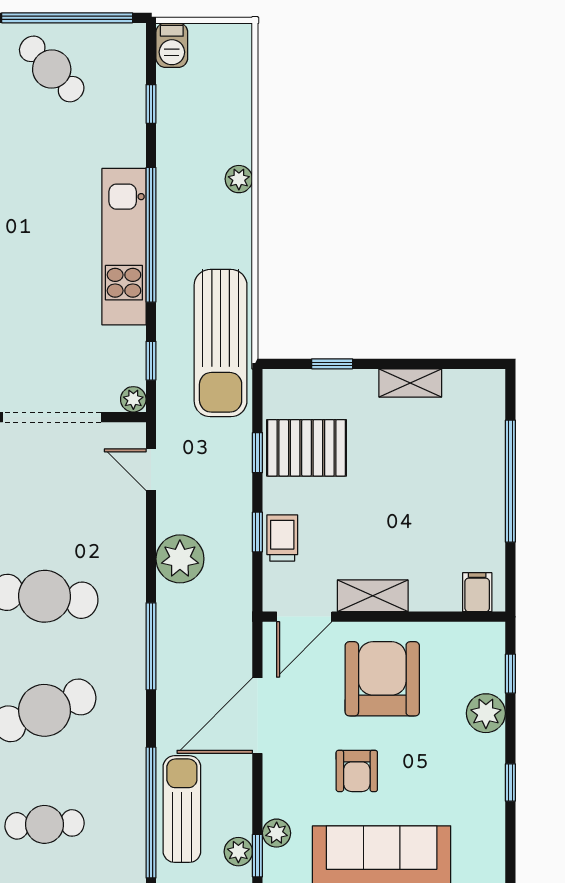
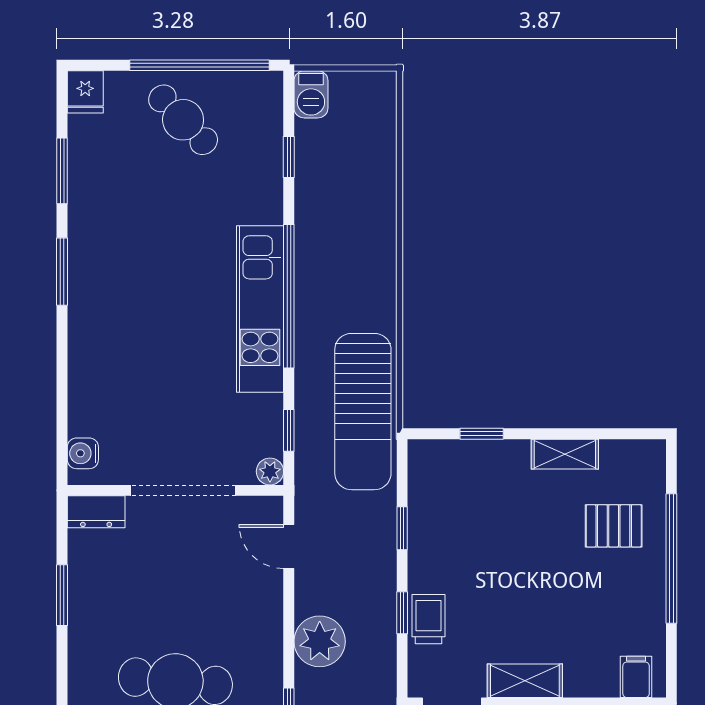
plant: (239, 179) -> (382, 237), removed
pallet: (307, 448) -> (614, 526), moved, width x0.67, depth x0.71

